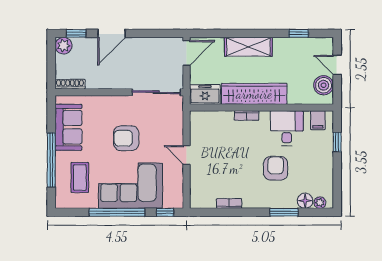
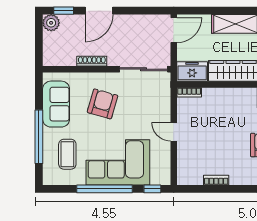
shoe rack: (70, 84) -> (92, 61), moved
bookcase: (246, 115) -> (189, 92), moved
armchair: (126, 138) -> (102, 104), moved, turned 106

